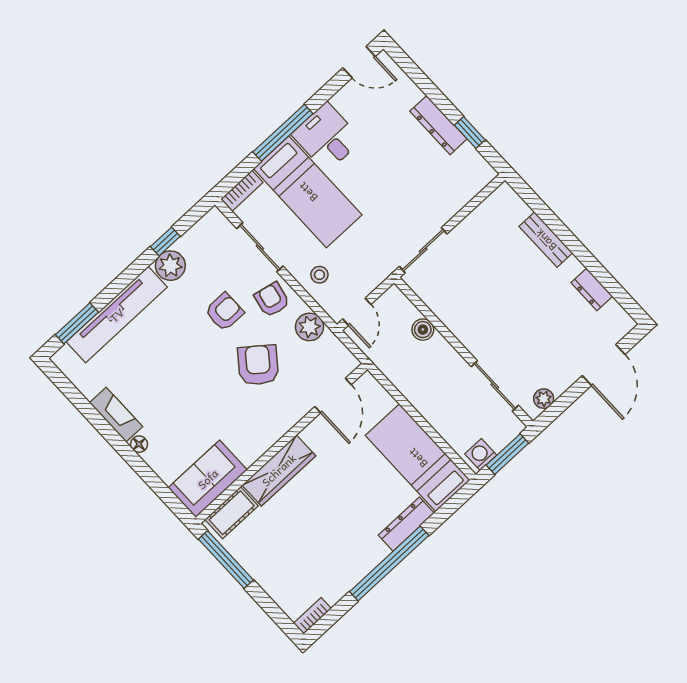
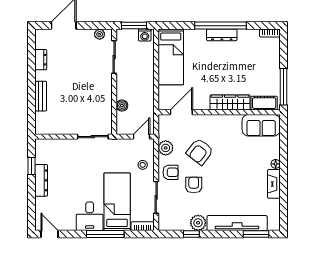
armchair: (272, 300) -> (170, 172), turned -102
armchair: (224, 312) -> (194, 185), turned 90
dresser: (406, 524) -> (222, 35), moved

